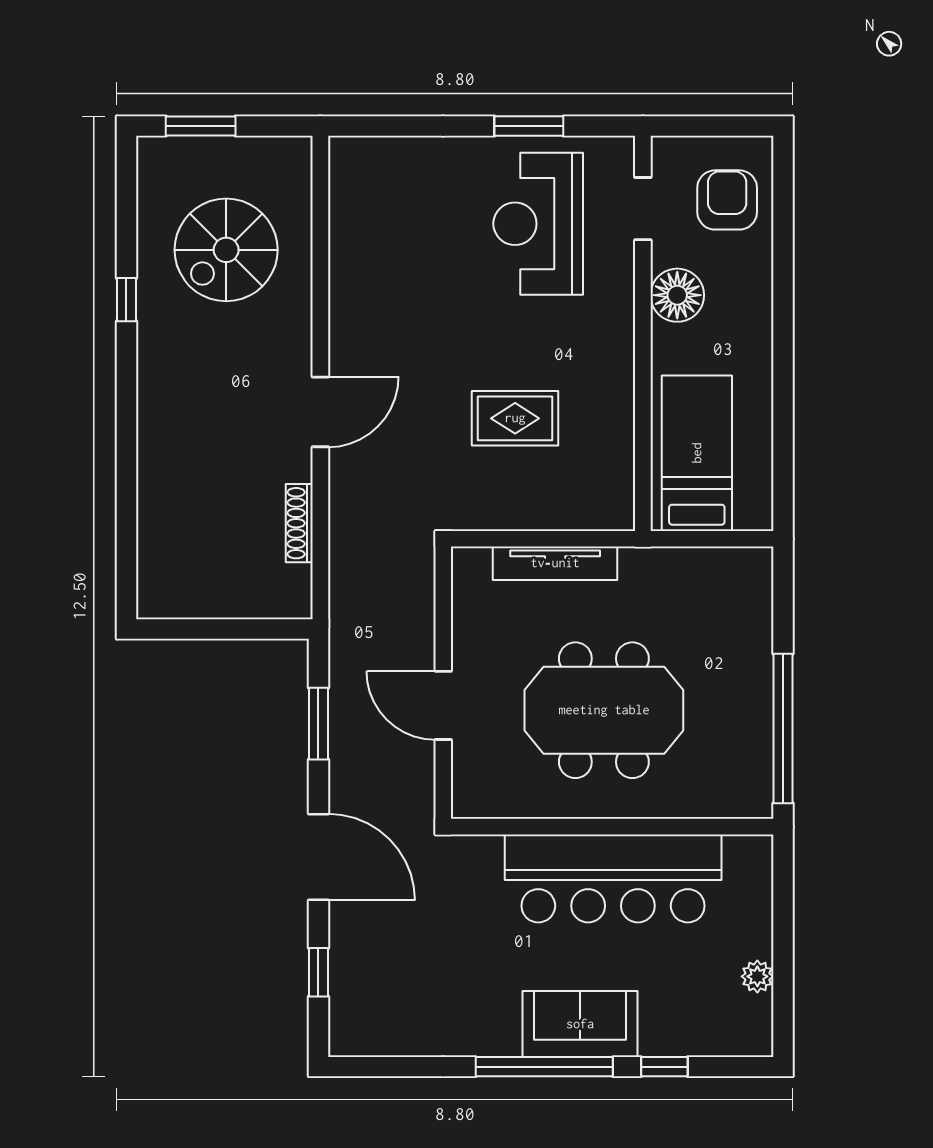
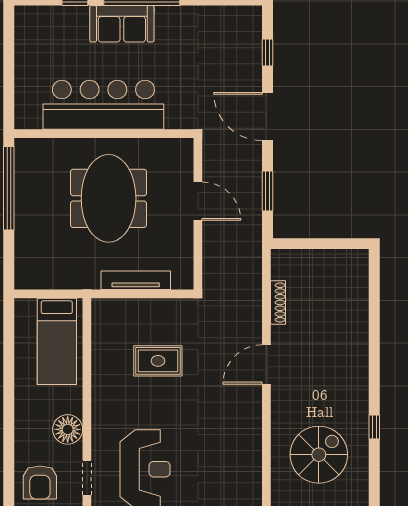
meeting table: (604, 710) -> (109, 198), turned 90
plant: (757, 976) -> (23, 50), removed

